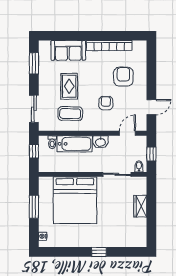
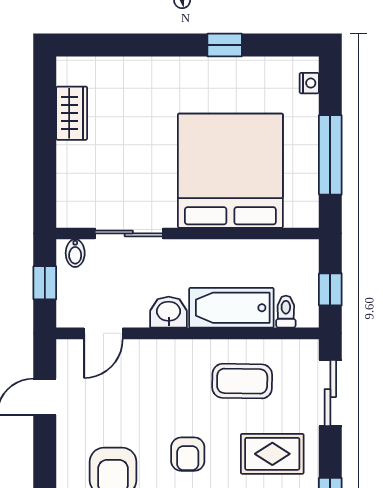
rug: (69, 86) -> (272, 454), moved, turned 90
armchair: (106, 103) -> (188, 454), moved
wardrobe: (140, 206) -> (72, 113), moved
window: (34, 207) -> (330, 155), width x1.44
window: (99, 252) -> (225, 45), moved

